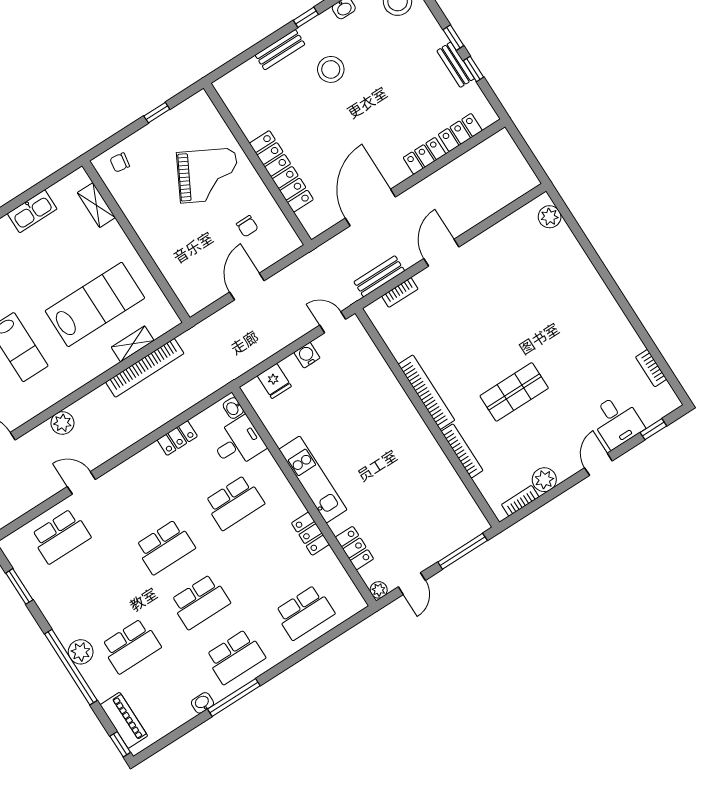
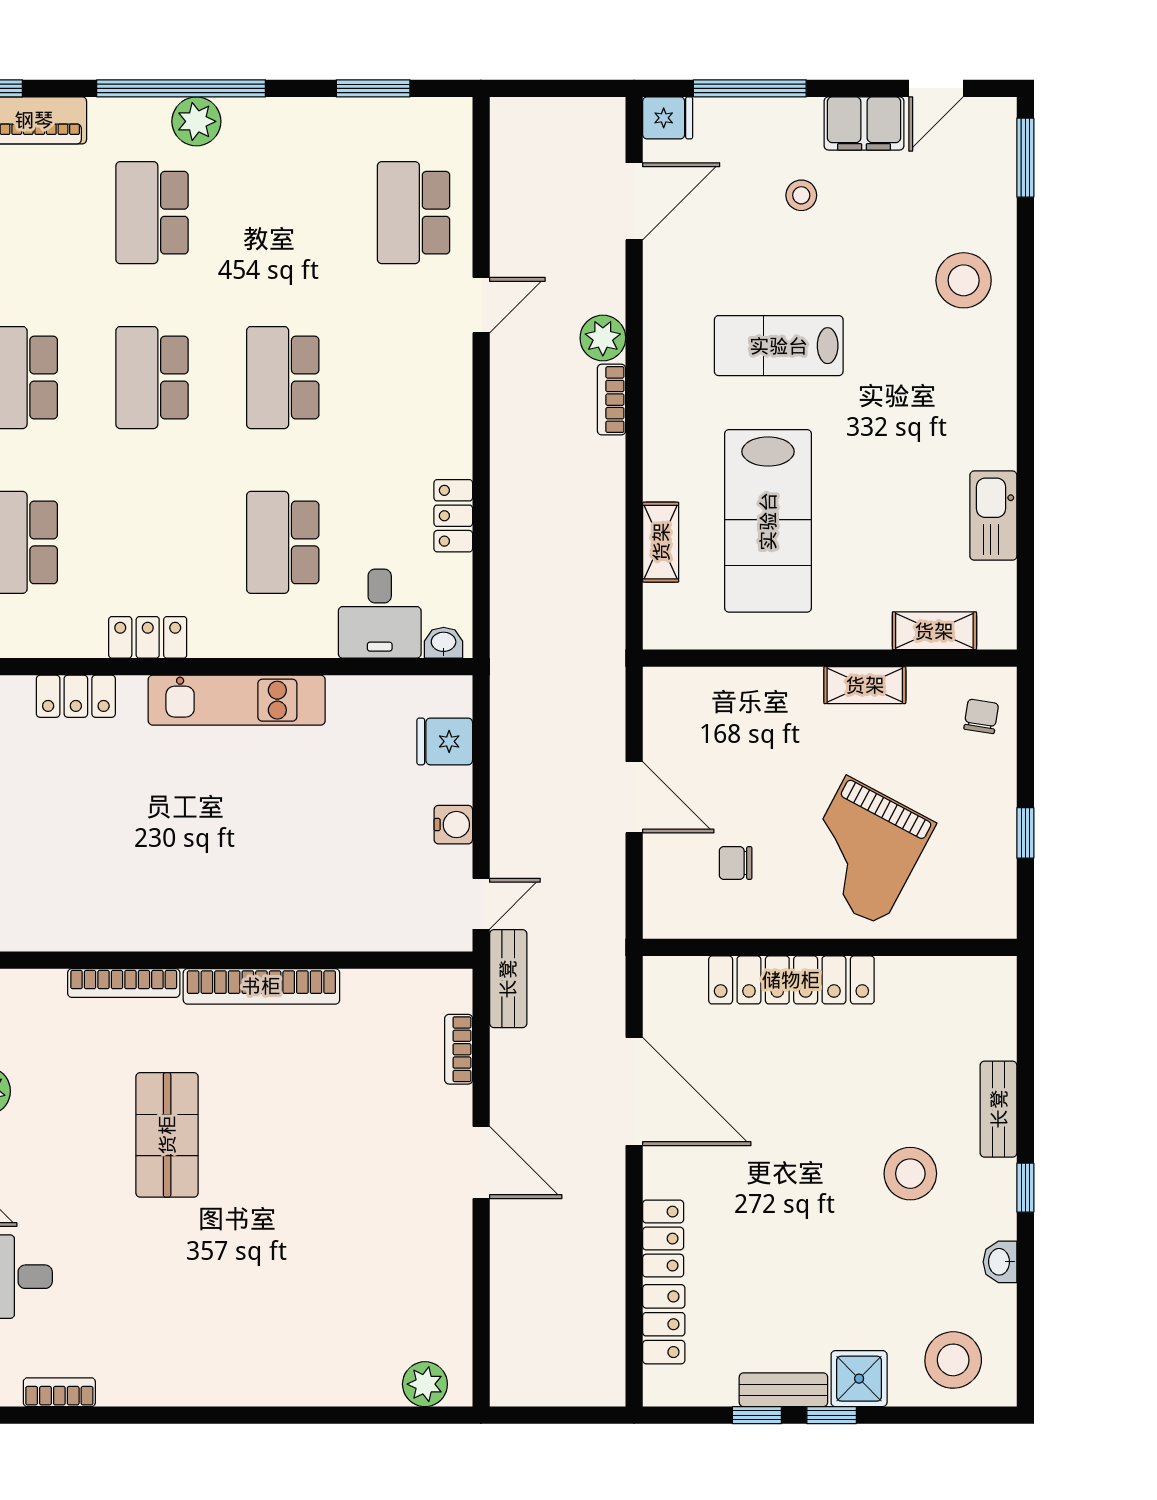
shower: (431, 36) -> (859, 1379), added
shelving: (138, 220) -> (865, 685), added
bench: (379, 276) -> (508, 979), moved
bookcase: (145, 368) -> (611, 400), moved, width x0.43, depth x0.76

